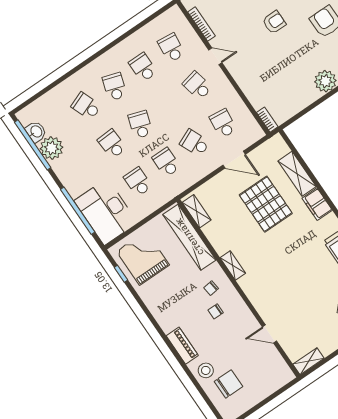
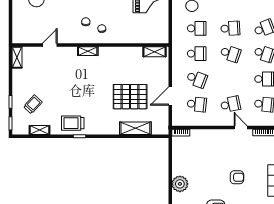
armchair: (274, 22) -> (237, 177), turned -90
door: (215, 56) -> (241, 127), swing flipped
school desk: (195, 143) -> (197, 79), turned 45
filing cabinet: (317, 204) -> (109, 128), removed
shelving: (189, 237) -> (142, 37), removed
shelving: (233, 265) -> (88, 51), moved

